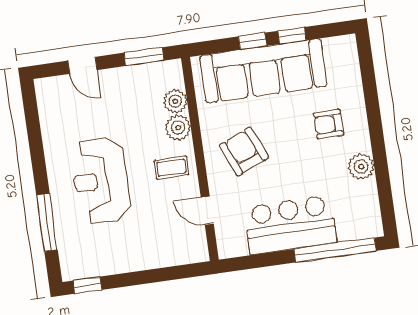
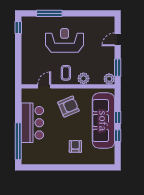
plant: (175, 101) -> (109, 79), moved
plant: (361, 167) -> (54, 158), removed

